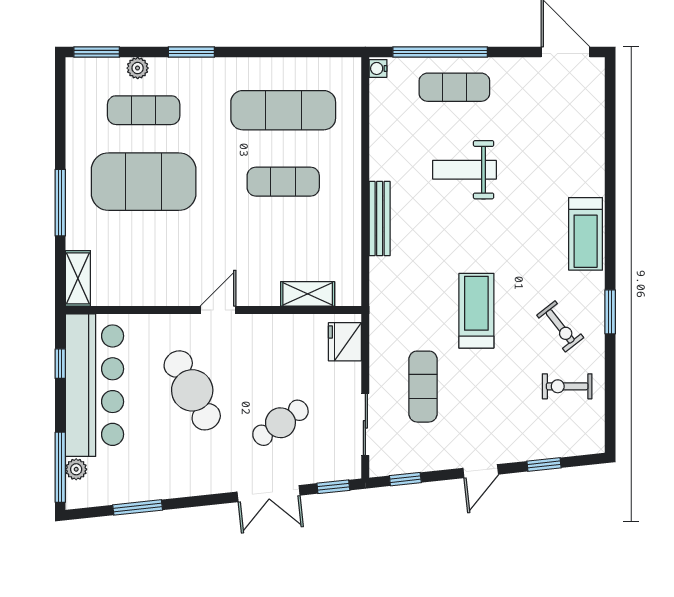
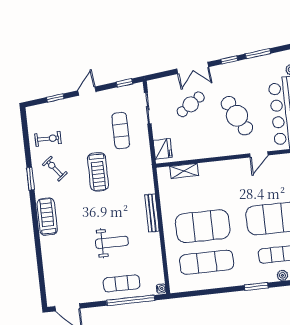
exercise mat: (283, 182) -> (203, 226), width x2.00, depth x1.45
door: (218, 310) -> (259, 154), moved
window: (333, 487) -> (229, 60), moved
double door: (269, 494) -> (193, 68), swing flipped

